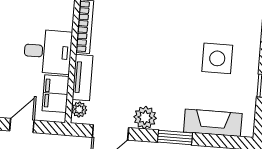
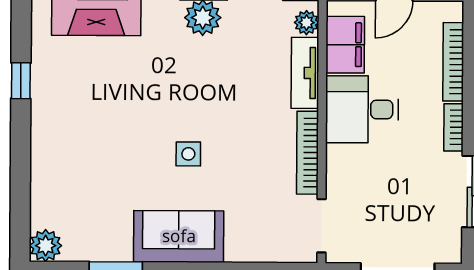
side table: (217, 58) -> (188, 154), moved, width x0.54, depth x0.54

